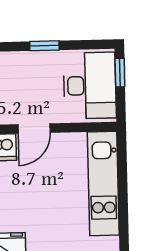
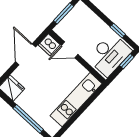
window: (44, 46) -> (118, 31), moved

